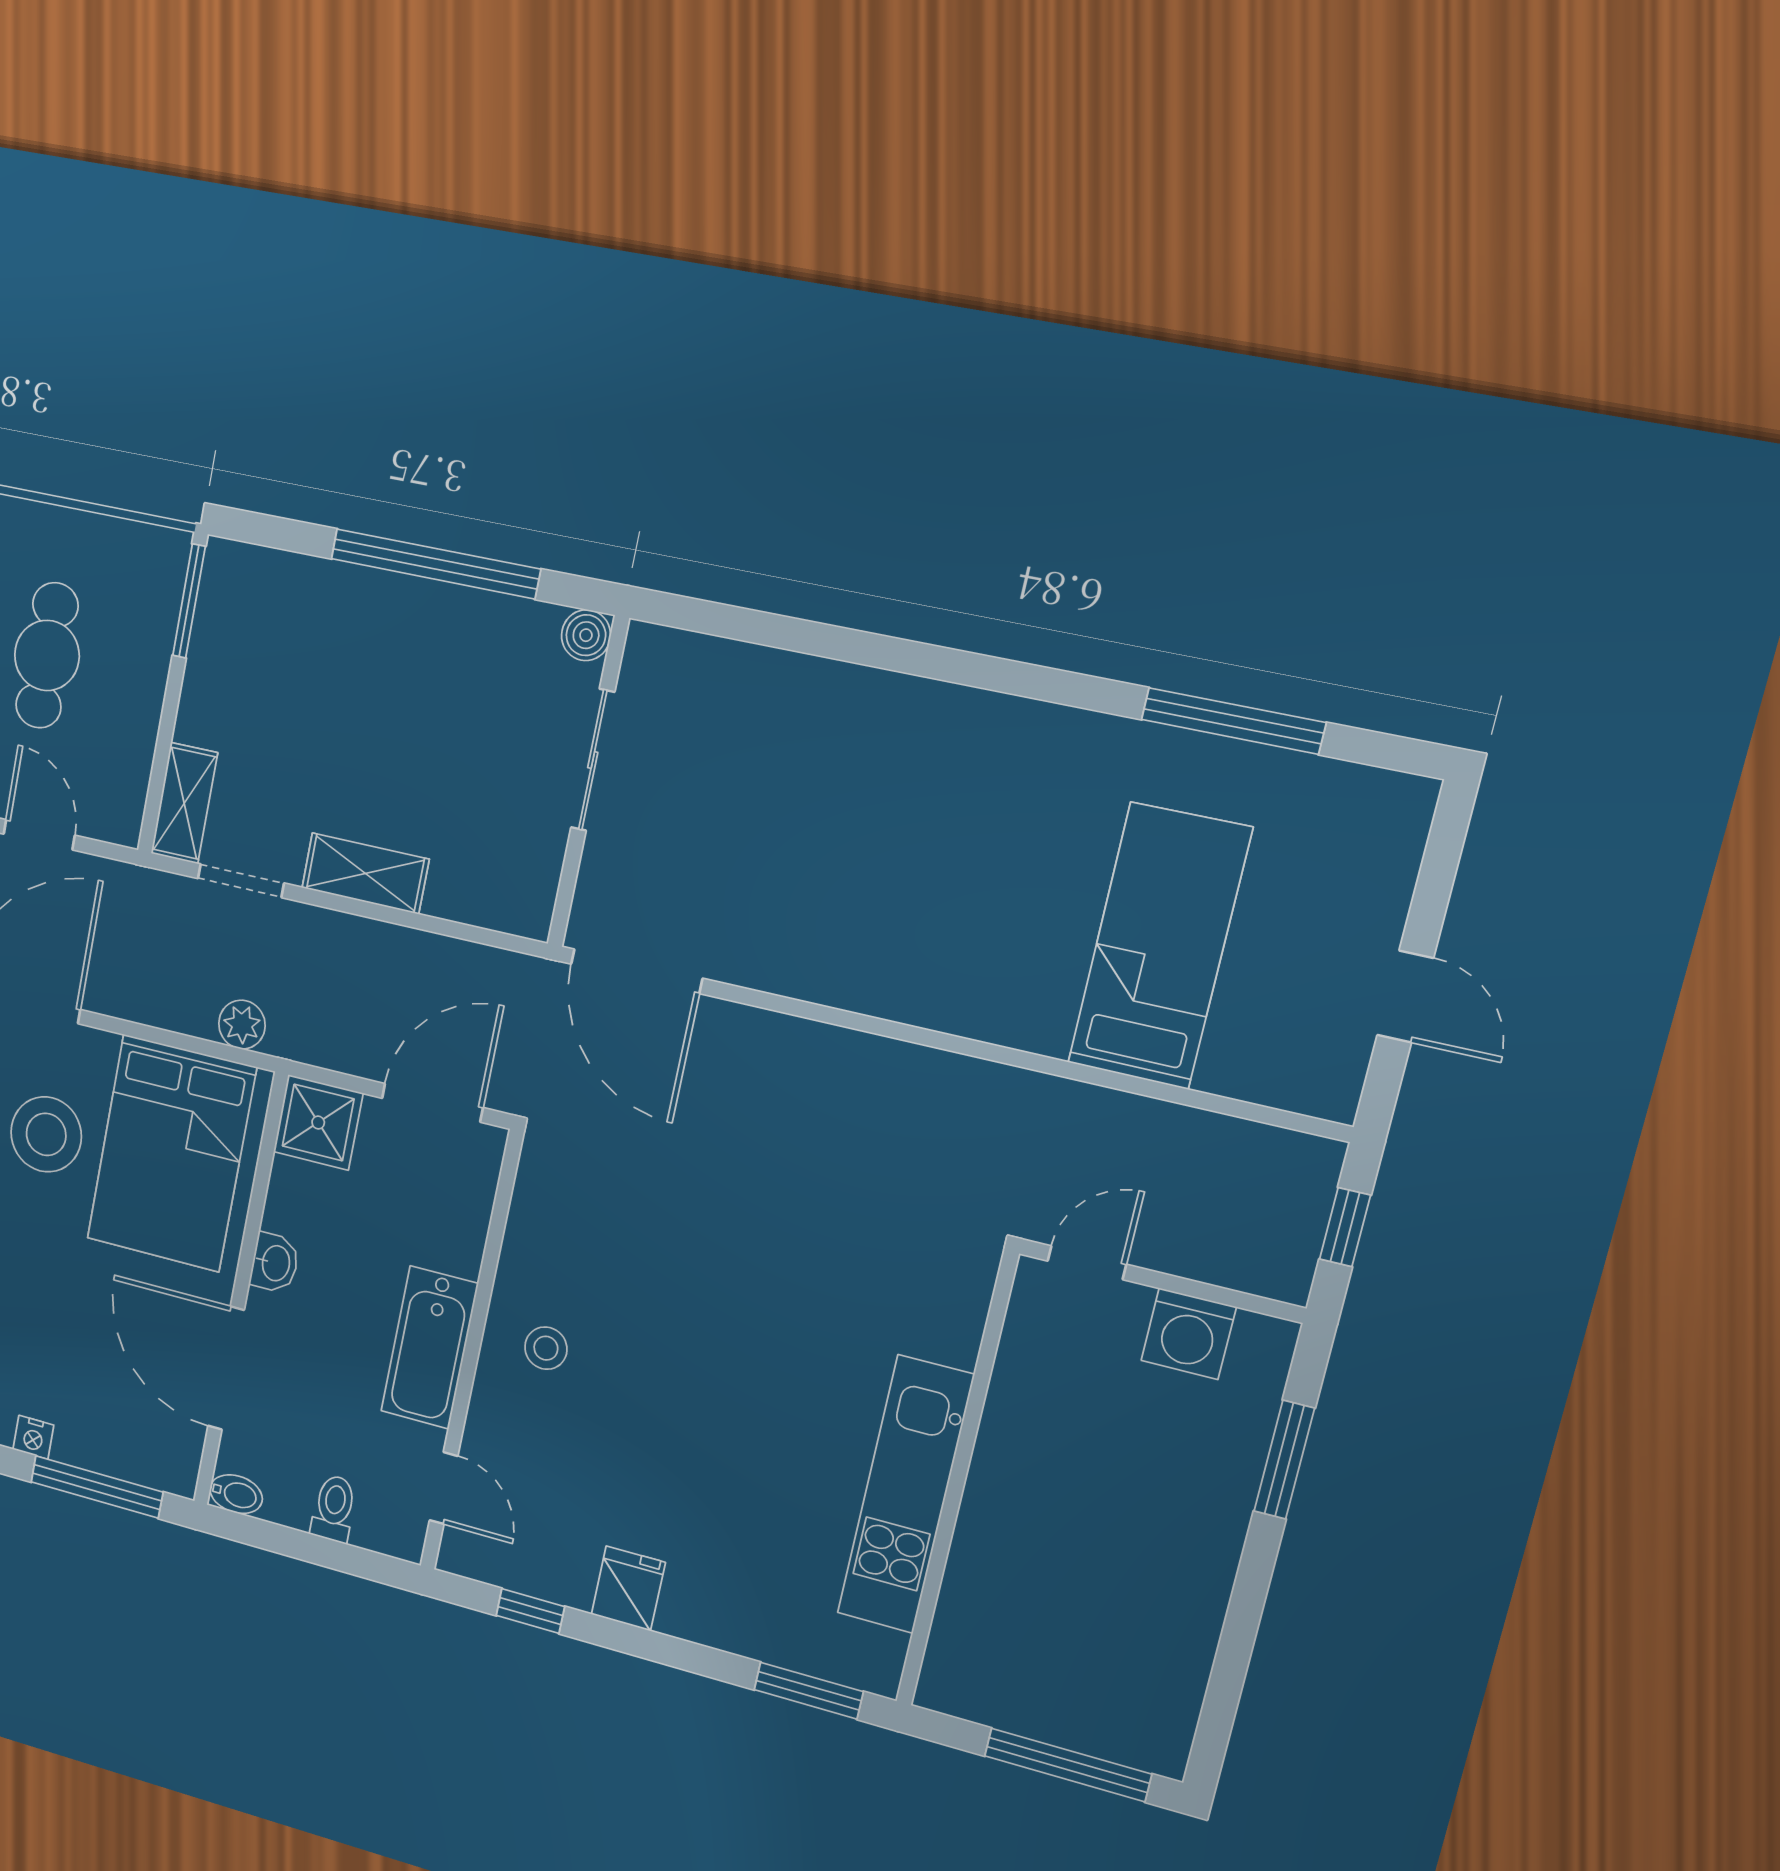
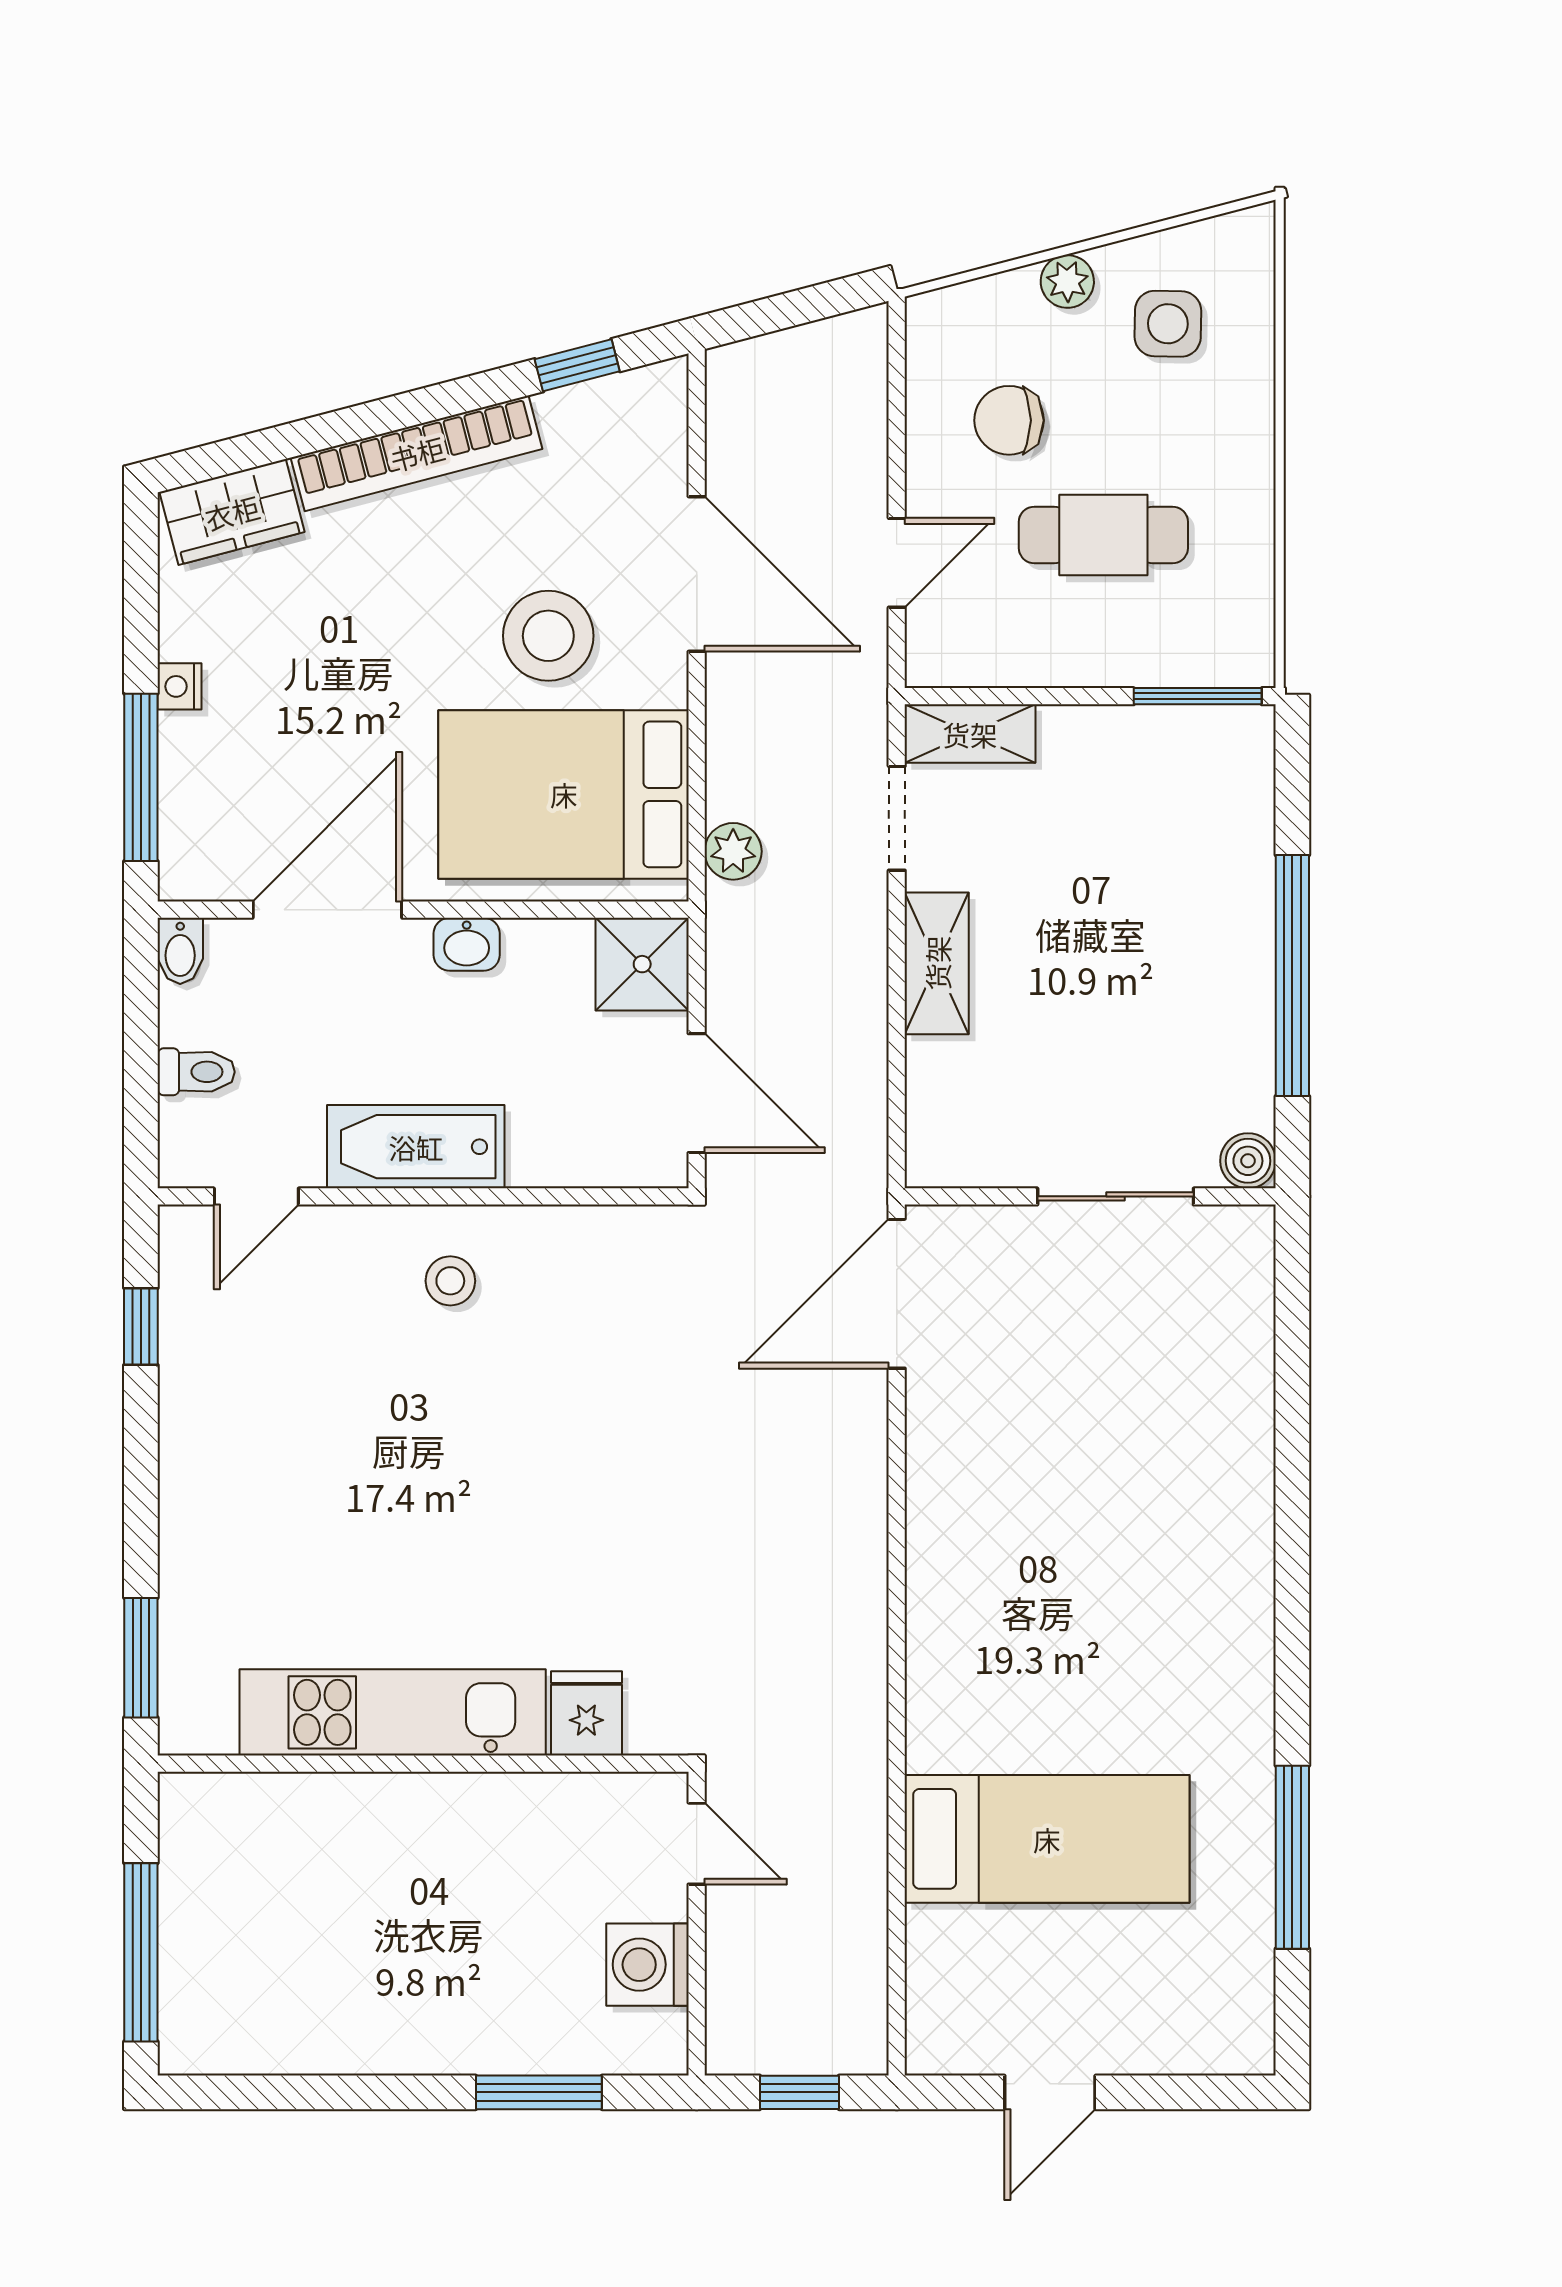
fridge: (628, 1588) -> (586, 1713), moved, turned -90

